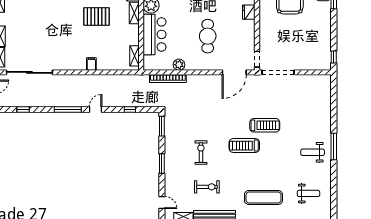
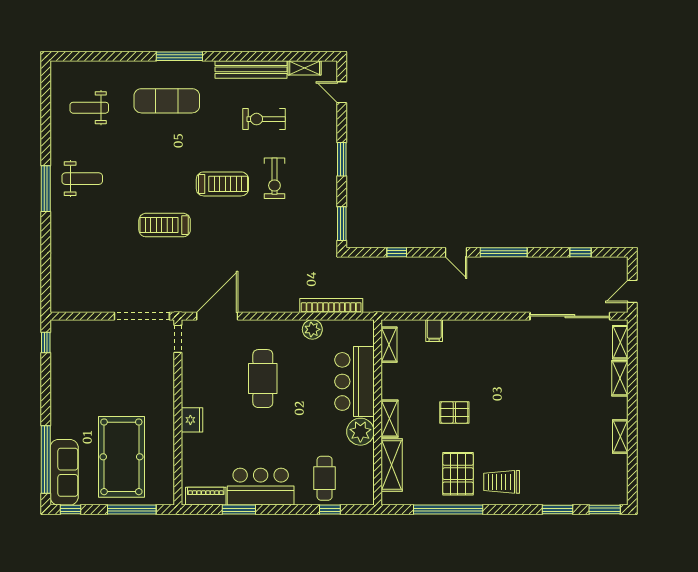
pallet: (96, 16) -> (454, 412), width x0.67, depth x0.71
filing cabinet: (91, 64) -> (434, 331), moved
door: (96, 110) -> (456, 252), hinge flipped
treadmill: (244, 146) -> (222, 184), moved

